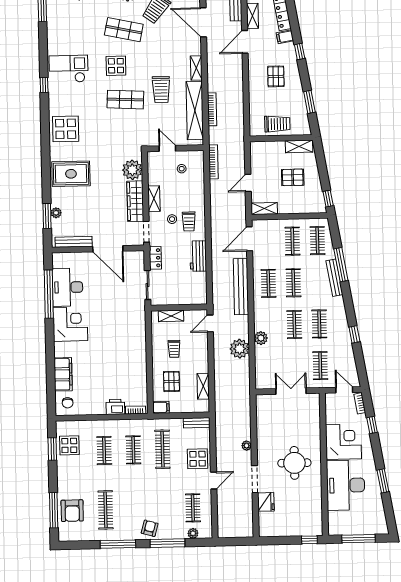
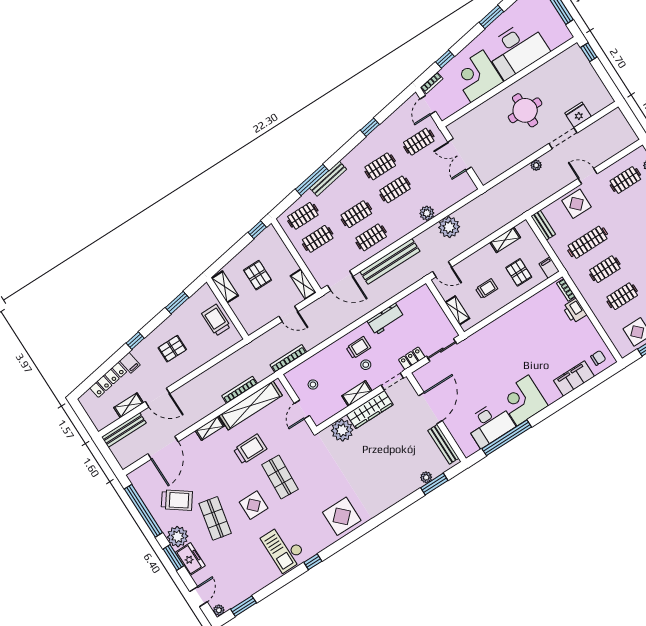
rug: (71, 174) -> (381, 486), removed
pallet: (172, 381) -> (519, 272), turned 90

